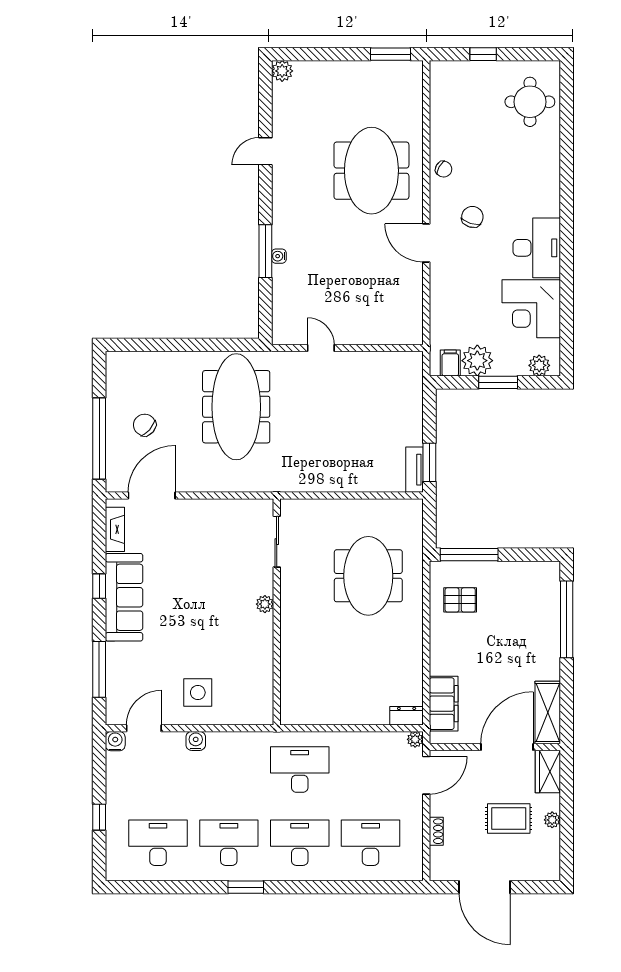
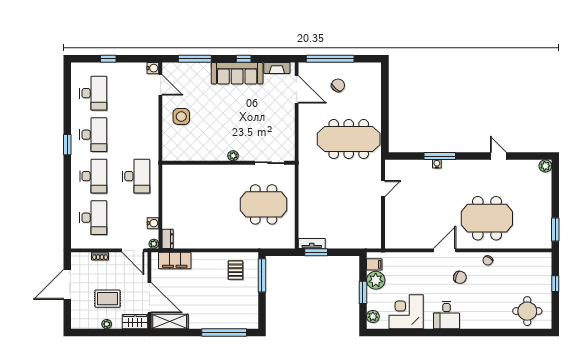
desk: (537, 248) -> (447, 315), width x0.73
meeting table: (368, 576) -> (264, 204), moved
water cooler: (196, 741) -> (153, 223), moved
rug: (509, 819) -> (107, 299), turned 90

